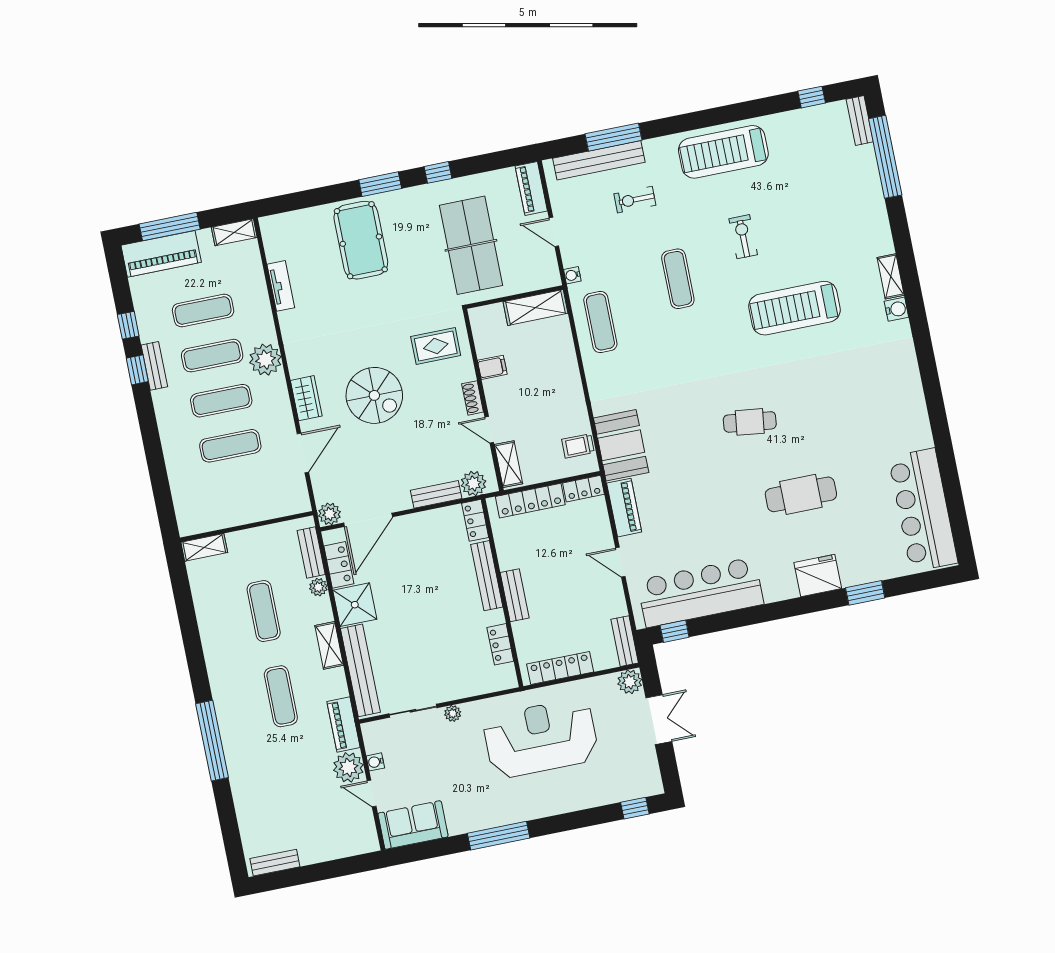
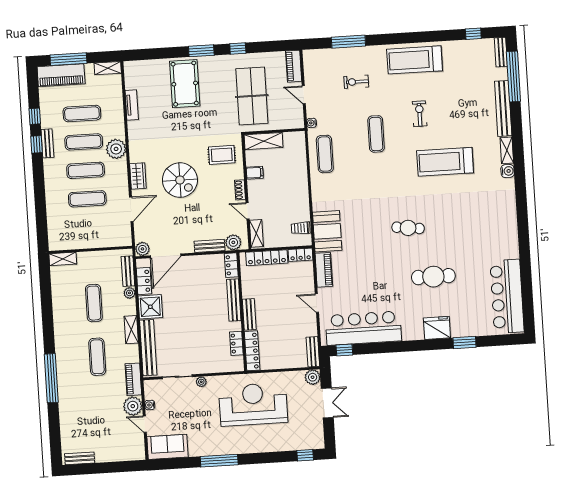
bench: (599, 160) -> (503, 108), moved, turned 90
shelving: (535, 307) -> (264, 141), moved
locker: (560, 668) -> (252, 351), moved, turned 90

